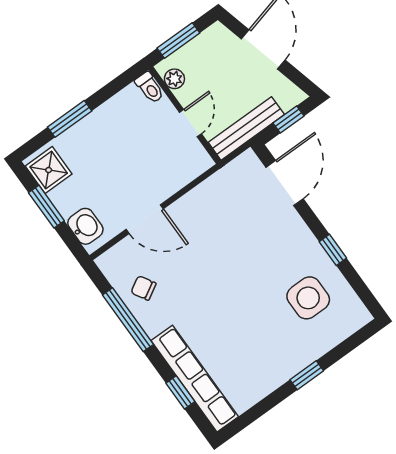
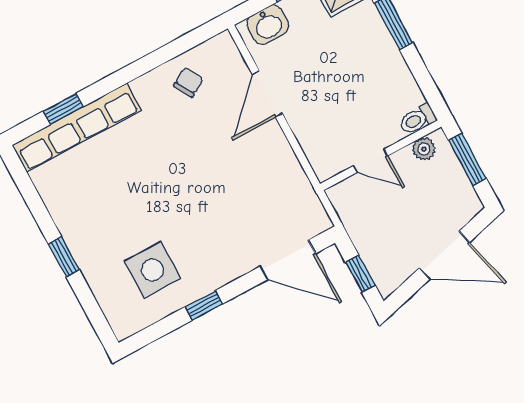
bench: (246, 128) -> (356, 224), removed
window: (128, 320) -> (154, 60), removed

